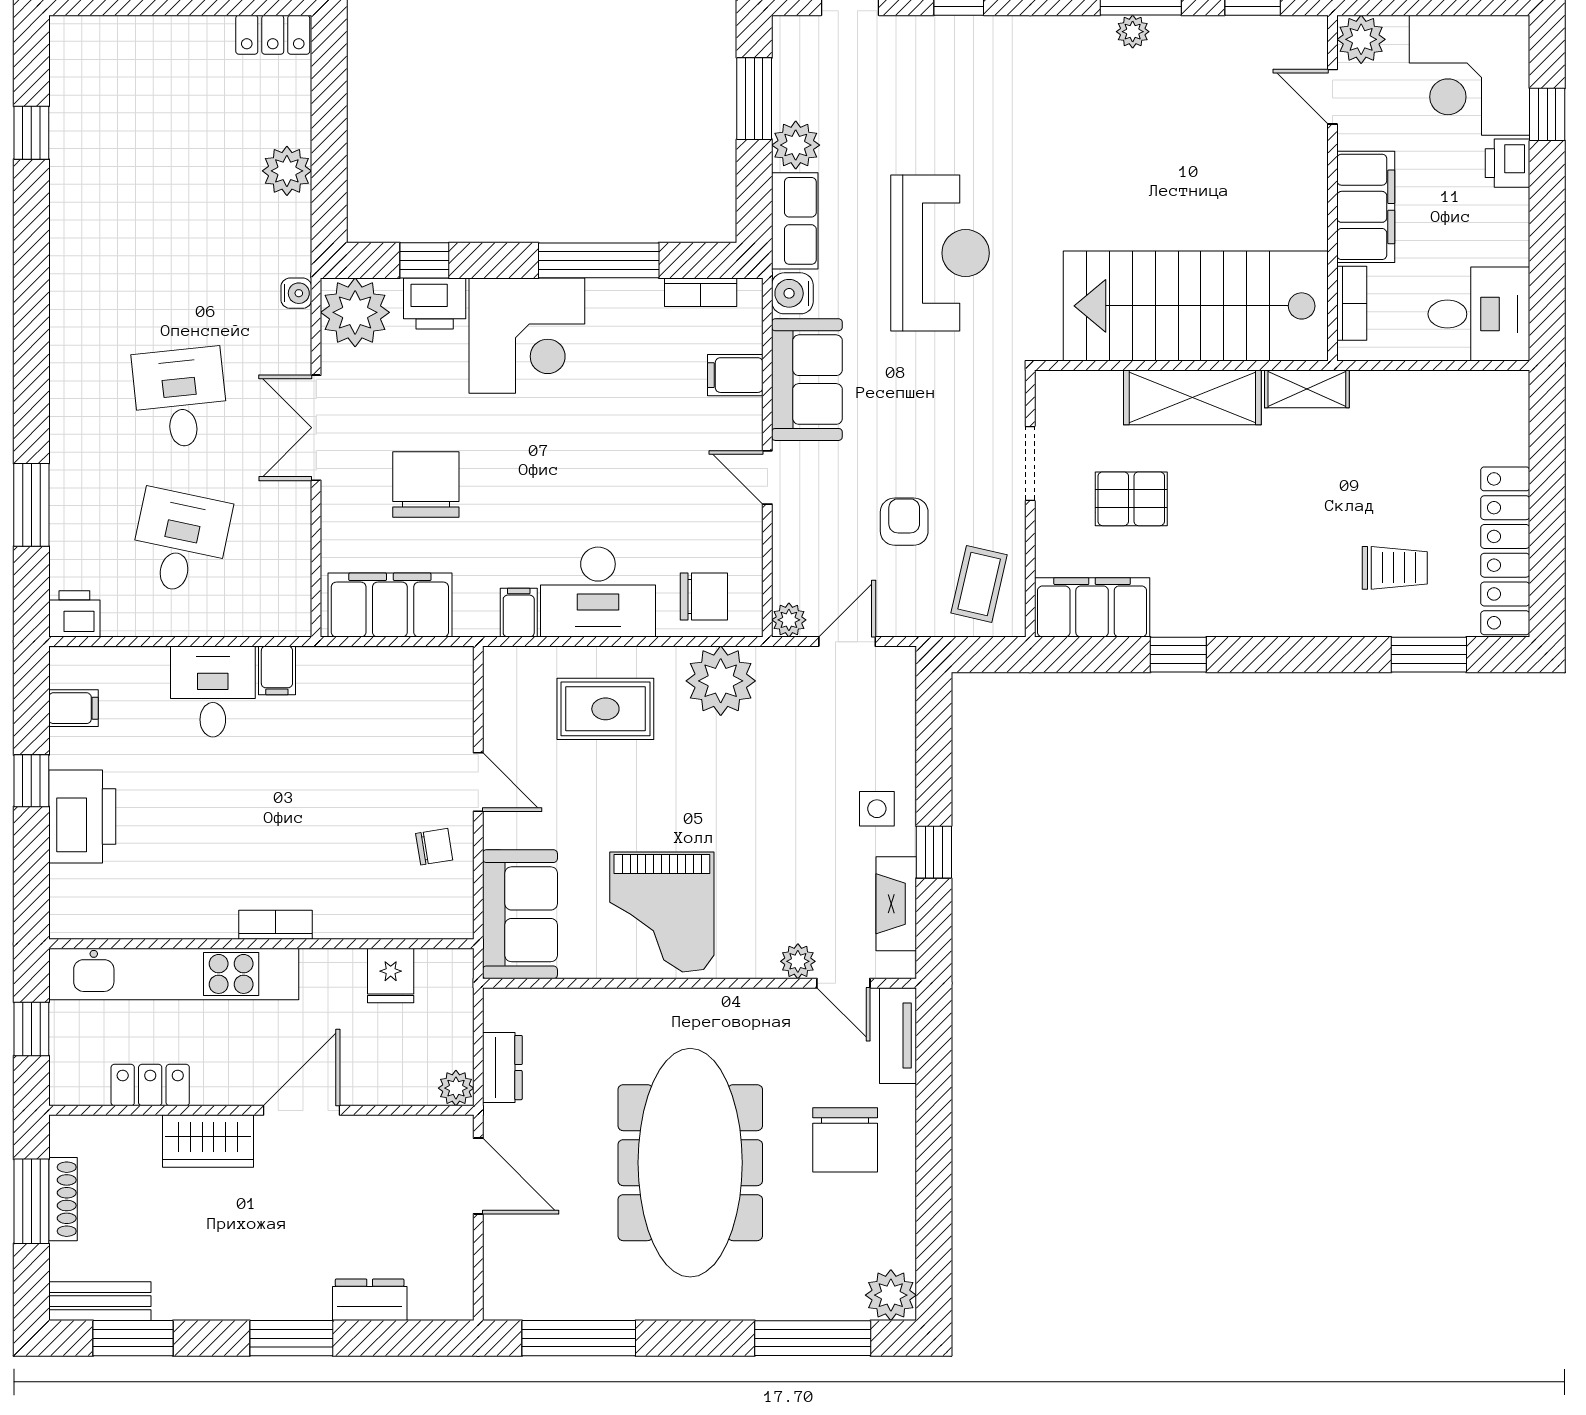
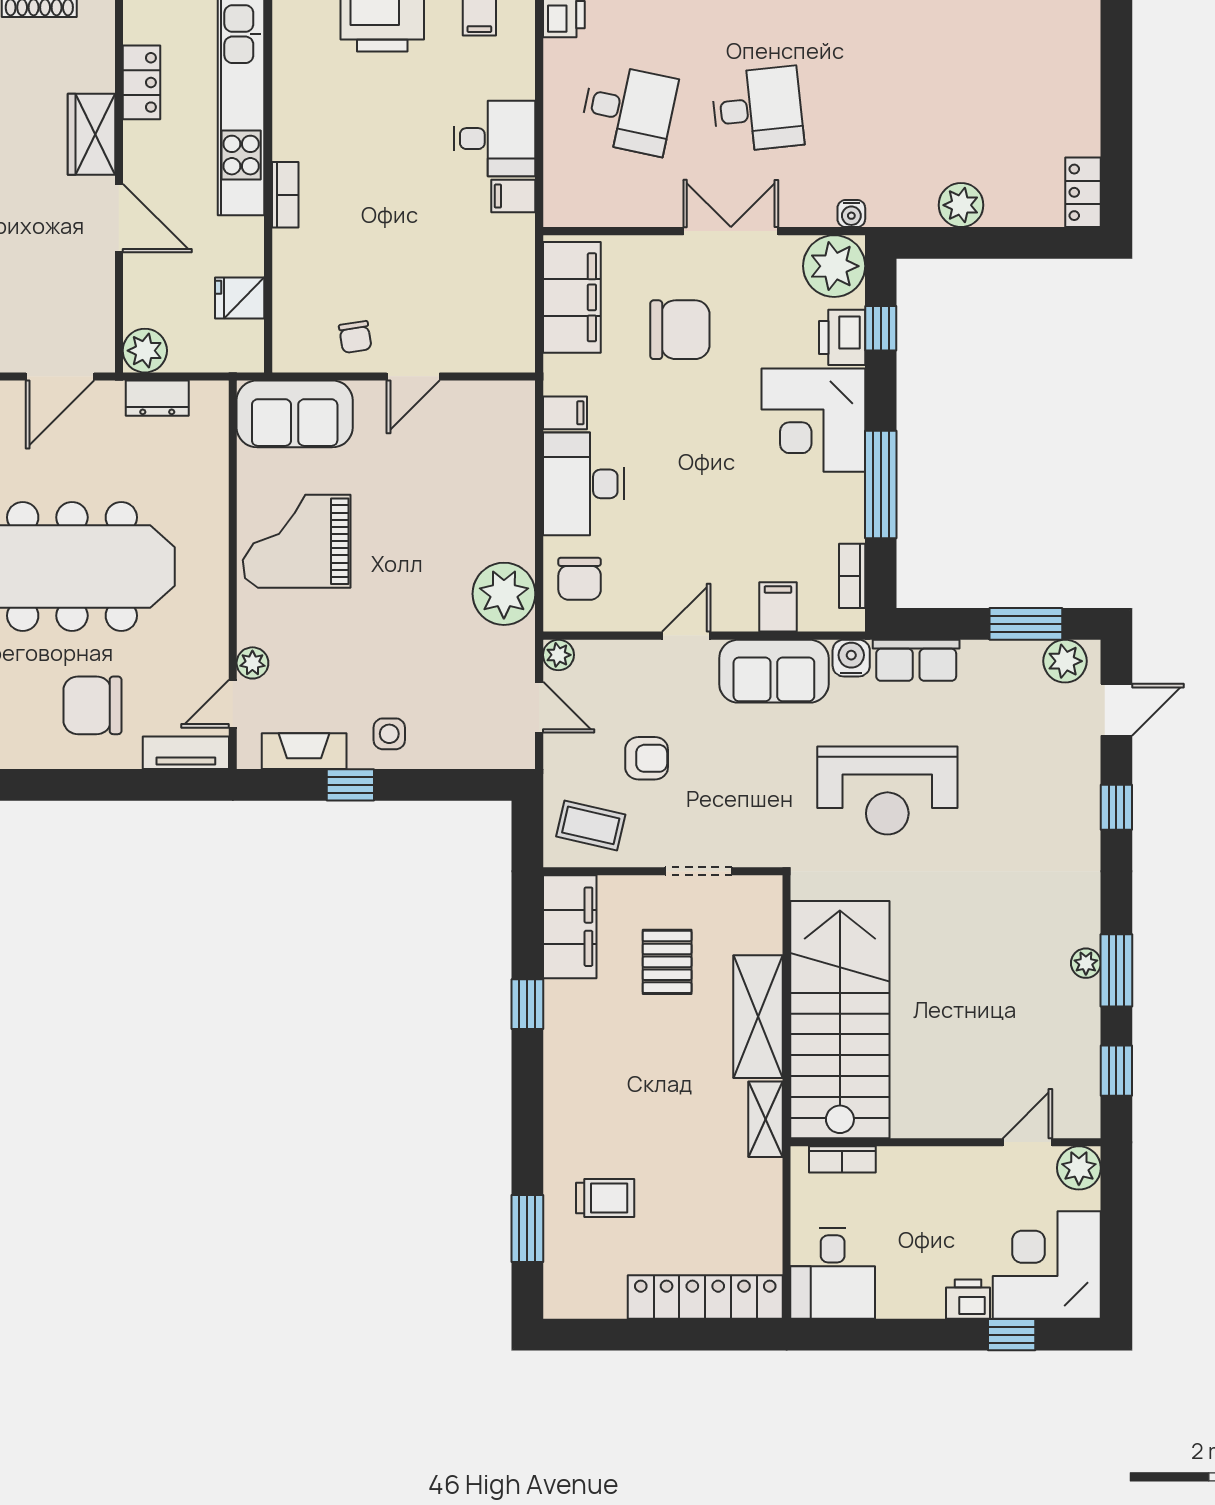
plant: (796, 145) -> (1065, 661), moved
filing cabinet: (1366, 207) -> (929, 1172), removed
locker: (1505, 551) -> (705, 1297), moved
trolley: (1395, 568) -> (605, 1198), turned -90
rug: (605, 709) -> (479, 491), removed
plant: (456, 1088) -> (145, 351), width x1.38, depth x1.38

